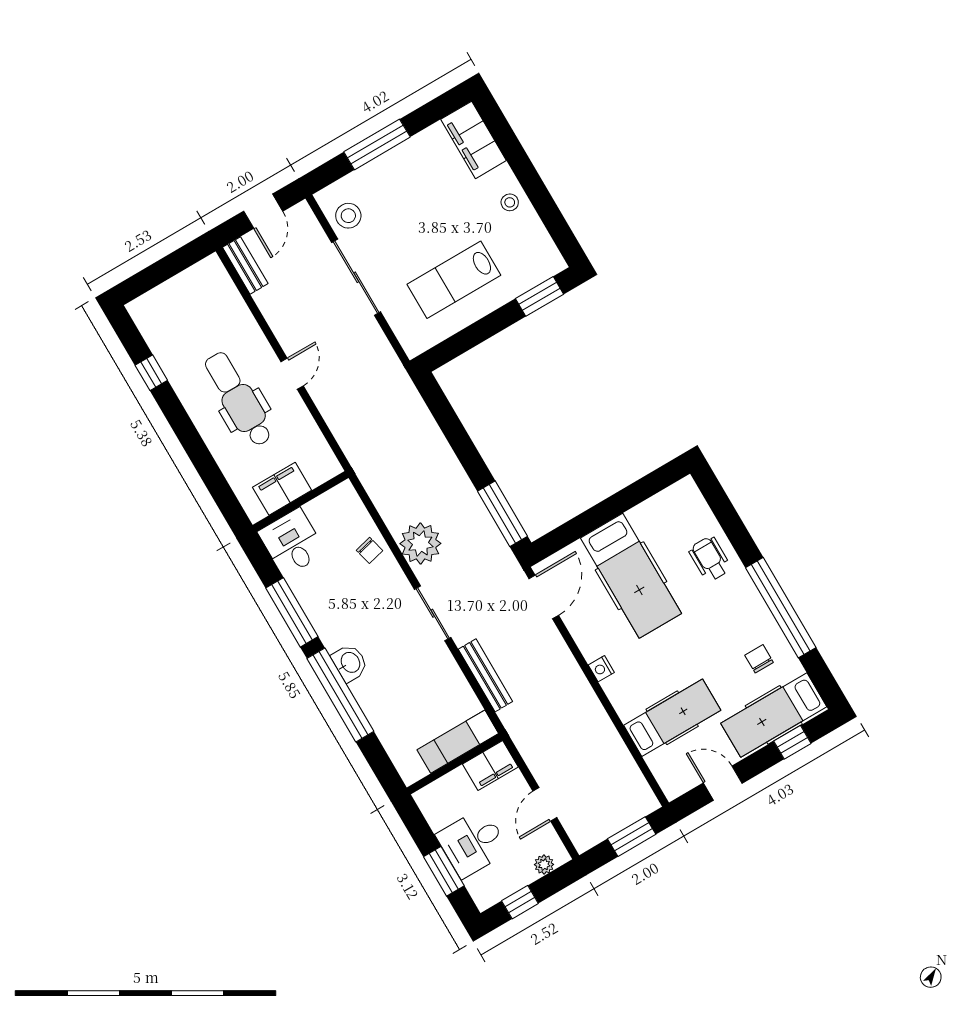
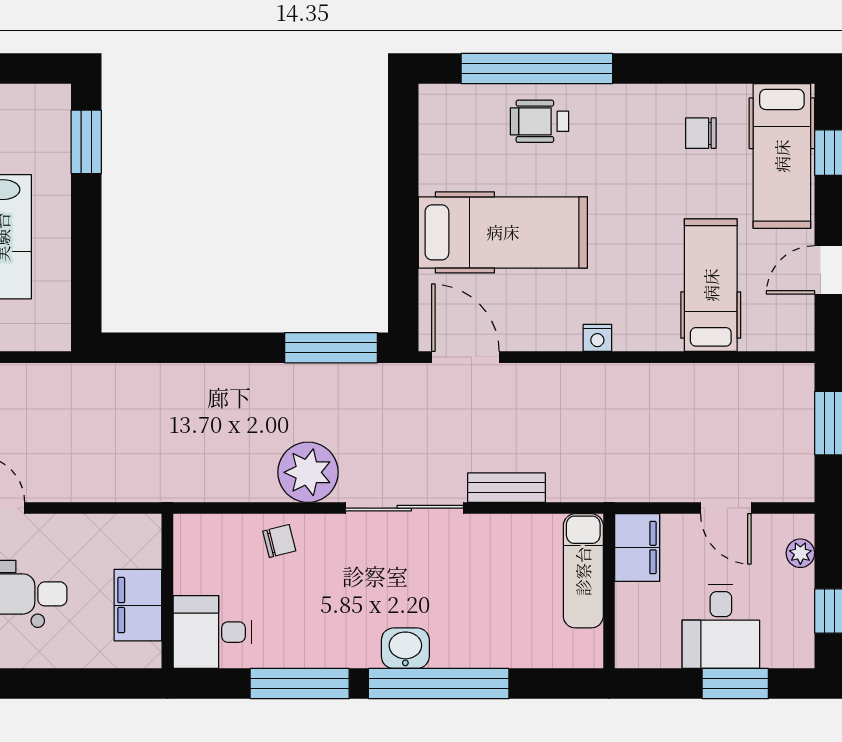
window: (781, 608) -> (537, 68), moved
sliding door: (433, 613) -> (404, 508), width x1.37
bench: (485, 675) -> (507, 488), width x0.73

